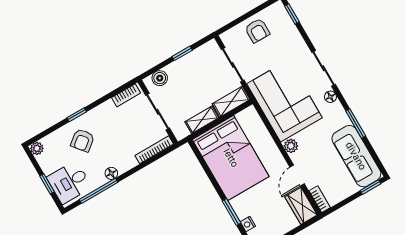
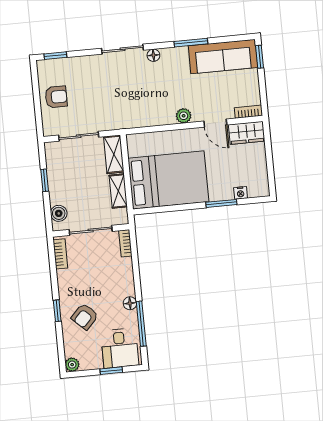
corner sofa: (284, 101) -> (137, 102), removed
armchair: (82, 140) -> (85, 317), turned 82
bookcase: (154, 150) -> (125, 243), width x0.64

